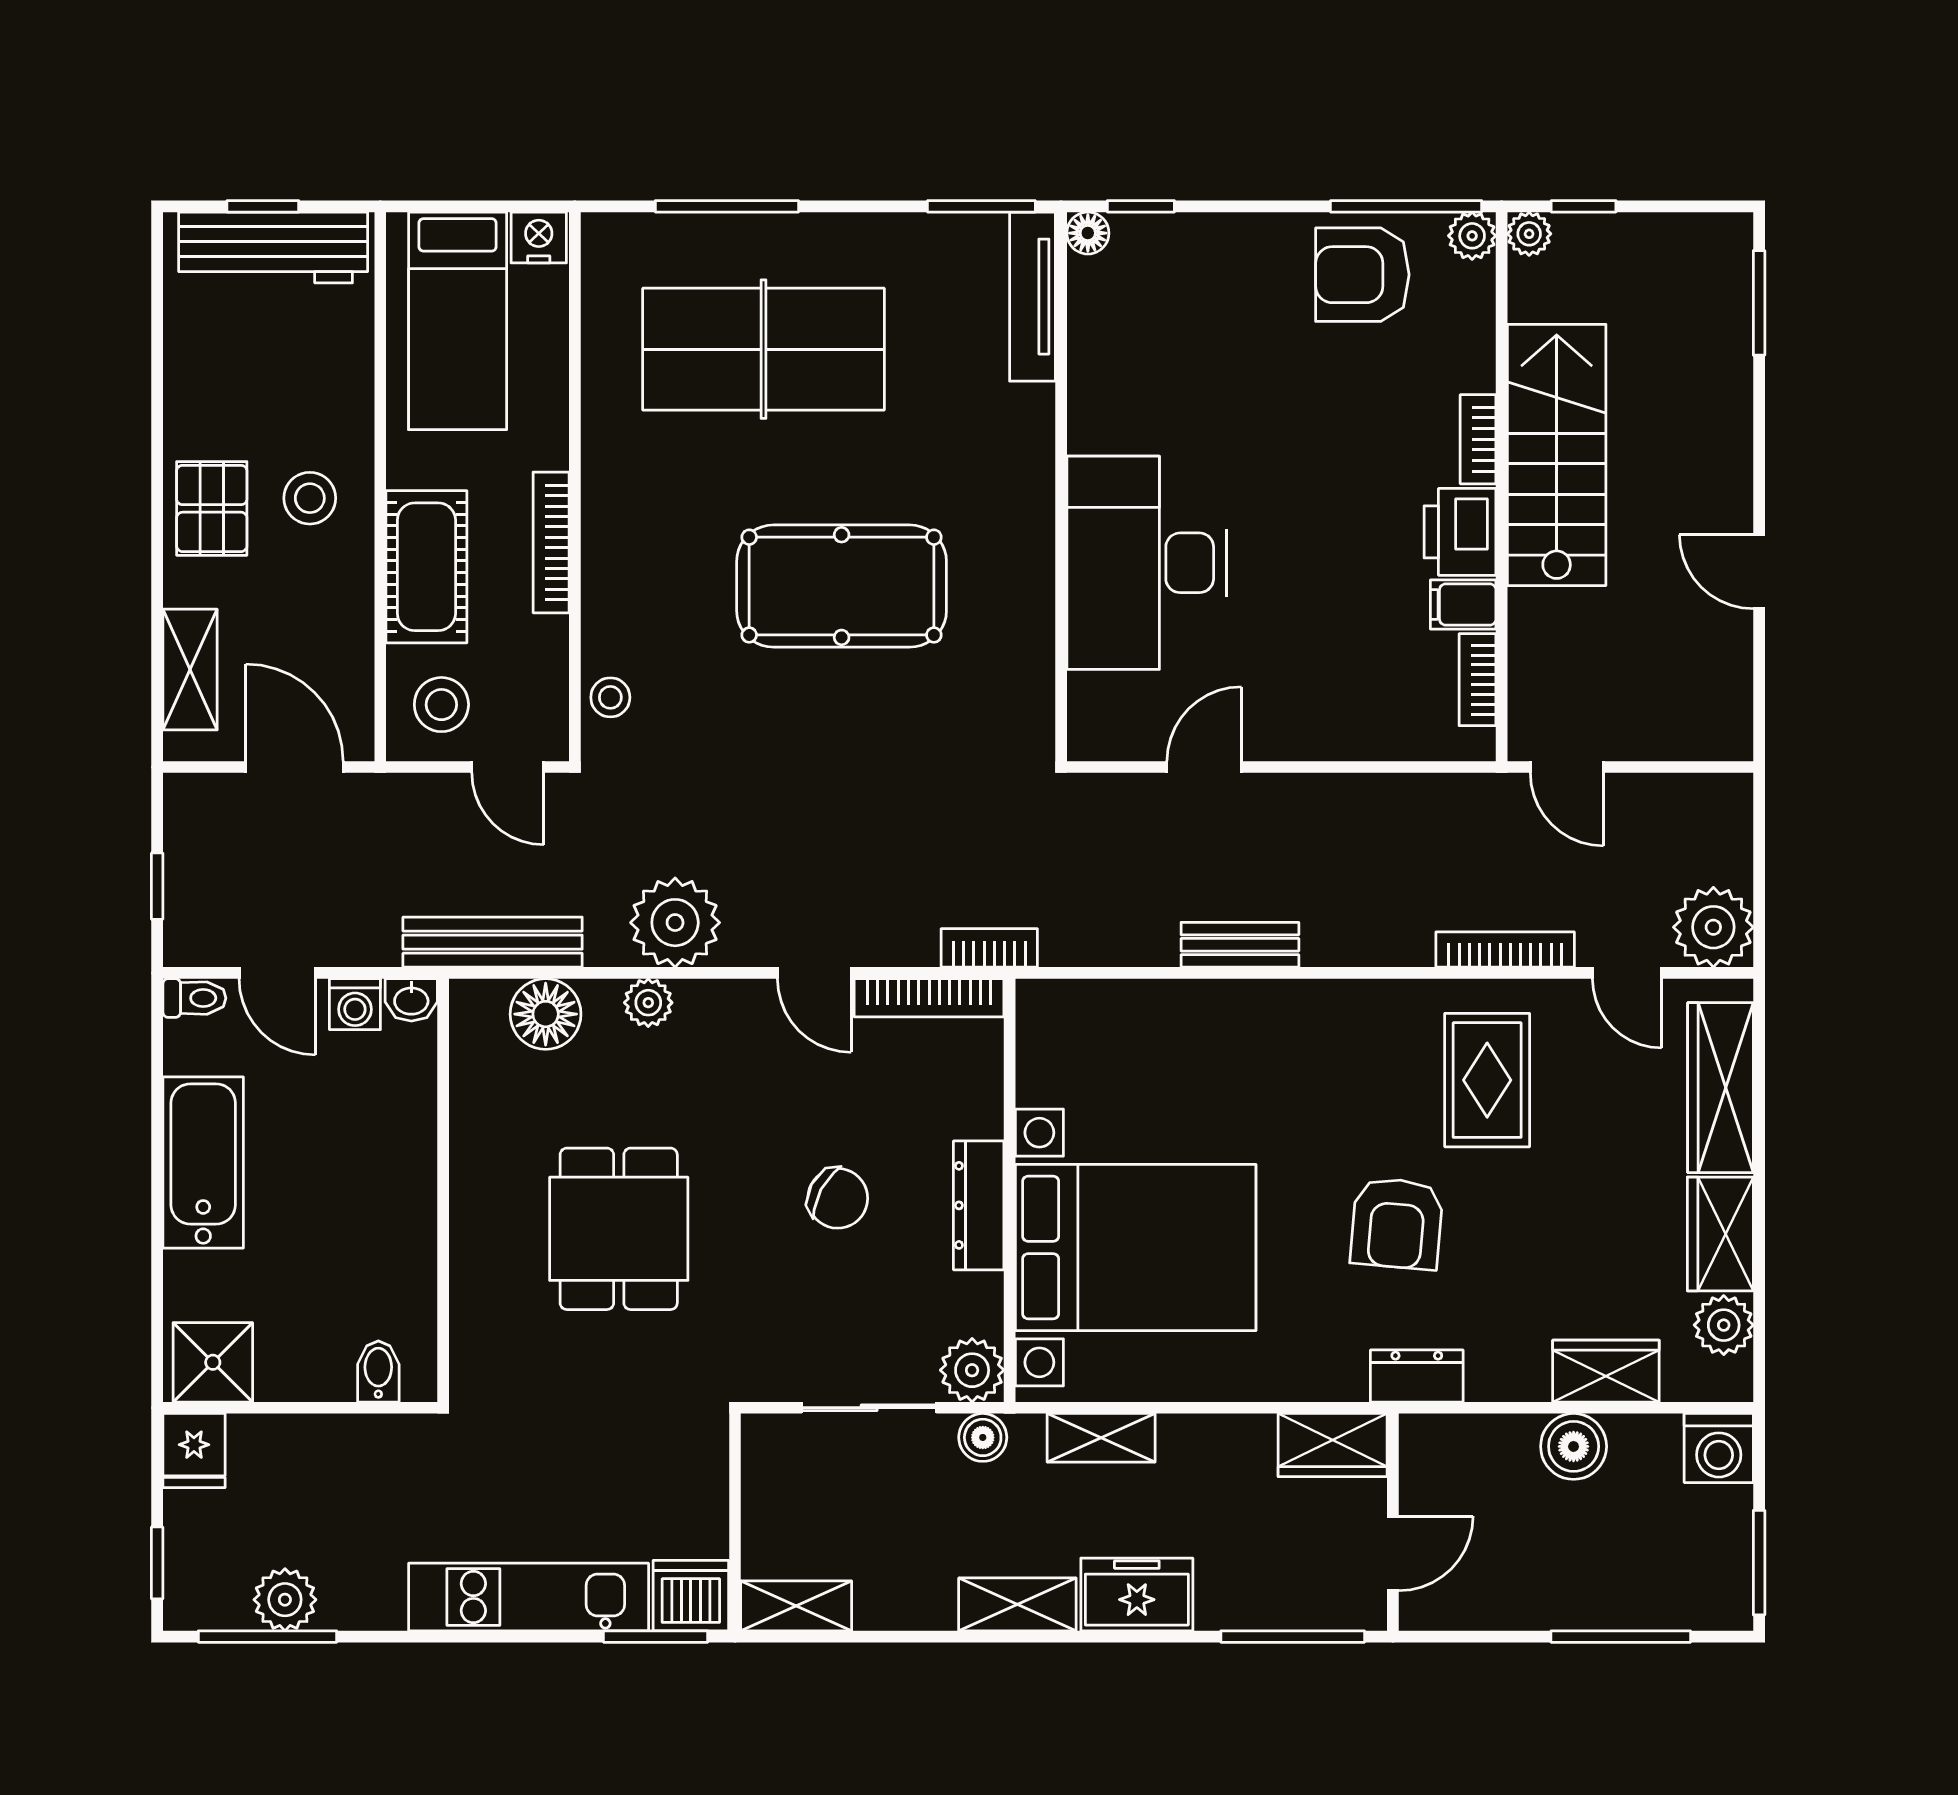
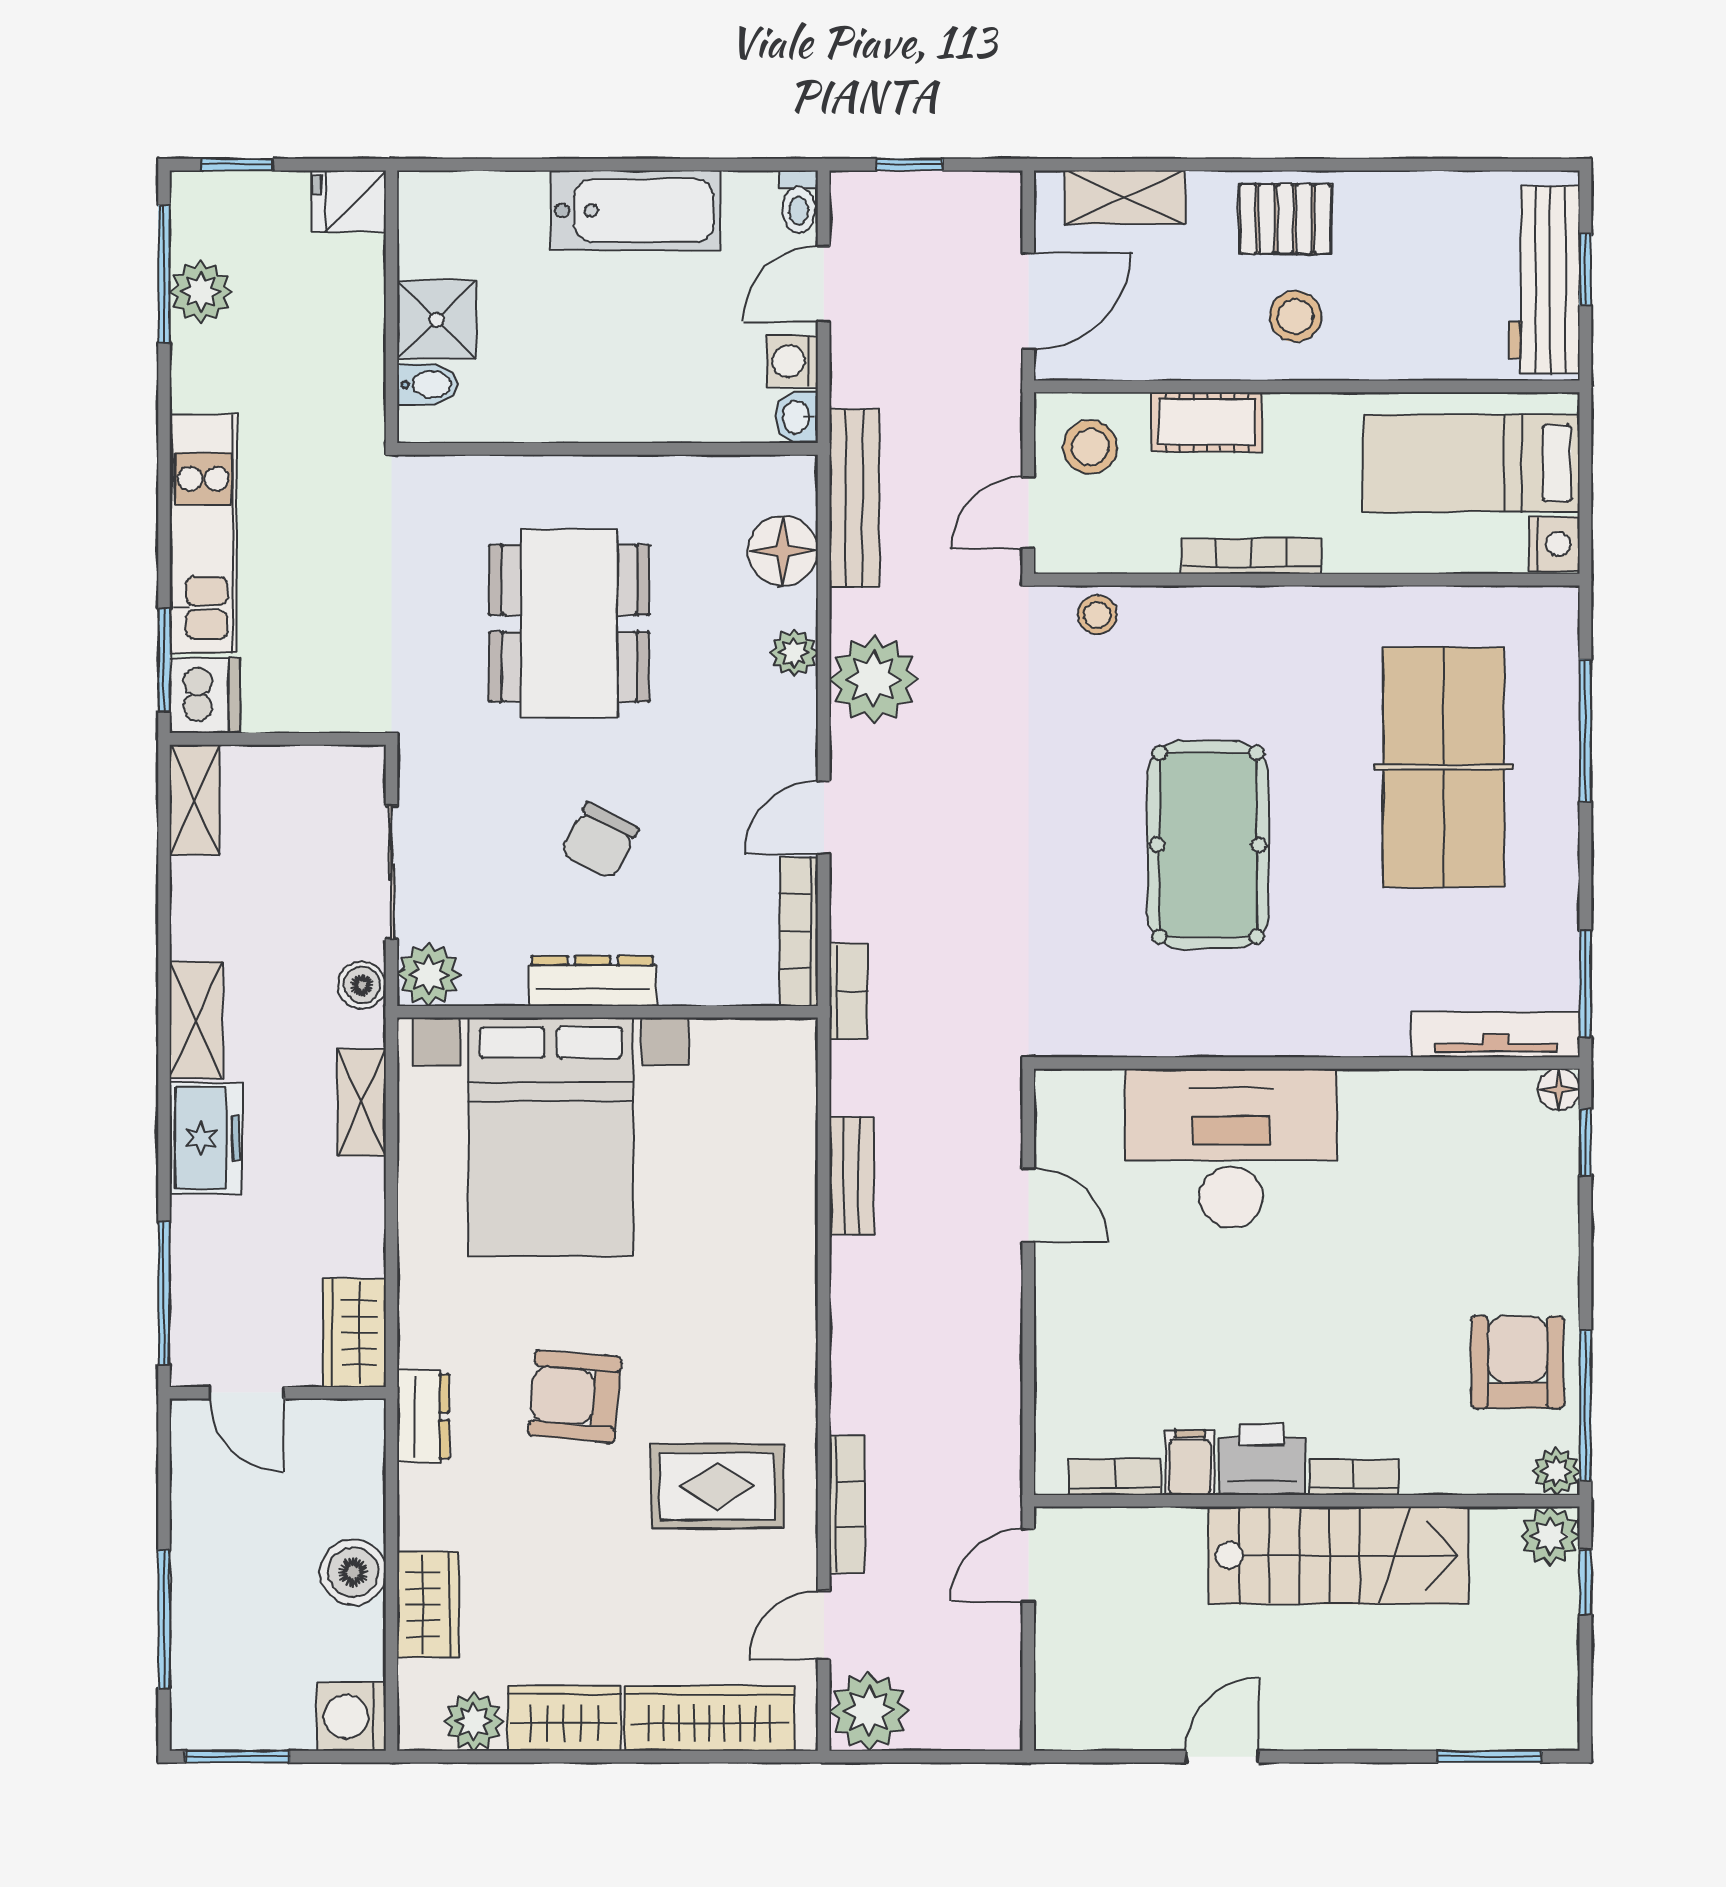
plant: (1529, 234) -> (1550, 1536), width x1.38, depth x1.38
cot: (426, 567) -> (1207, 422), width x0.73, depth x0.75
bench: (1240, 945) -> (852, 1175), moved
dining table: (619, 1229) -> (569, 623), width x1.38
shower: (213, 1362) -> (437, 320), moved

